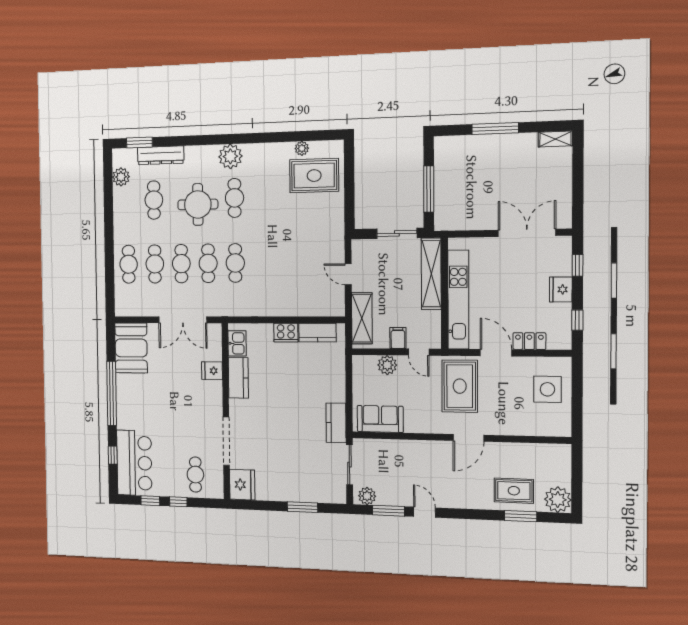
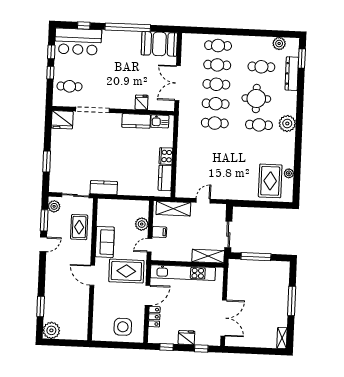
shelving: (431, 274) -> (208, 256), width x0.68
sofa: (380, 419) -> (105, 242), moved
rug: (514, 491) -> (79, 227), moved

